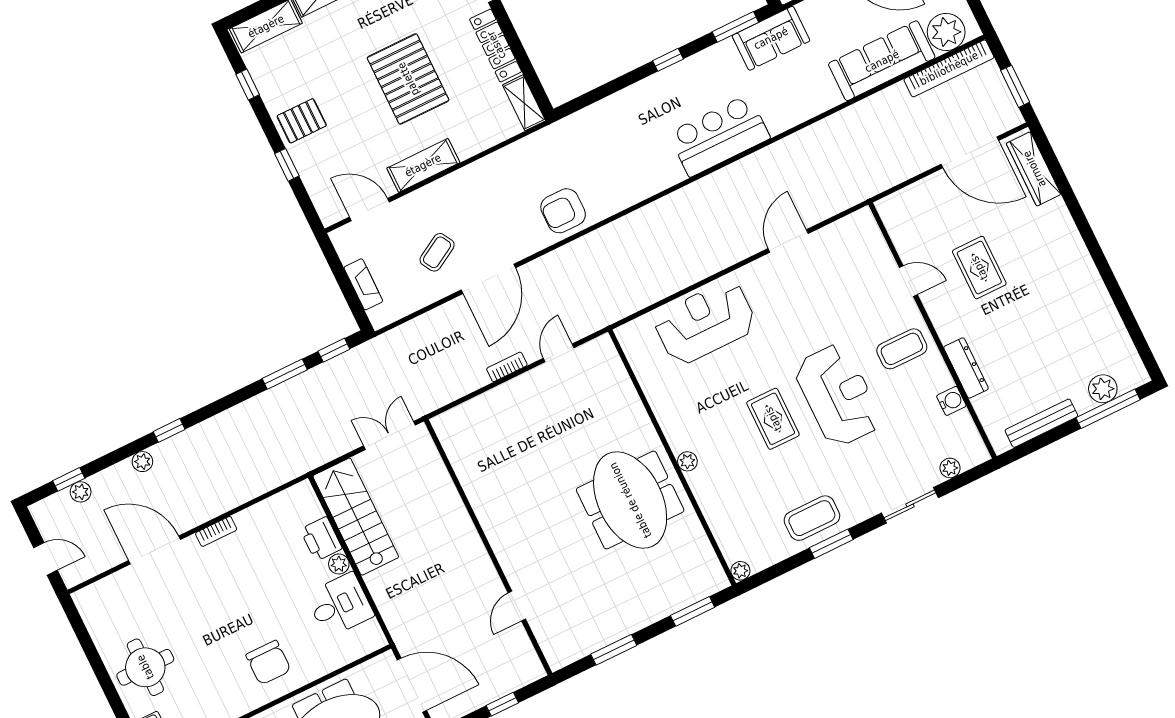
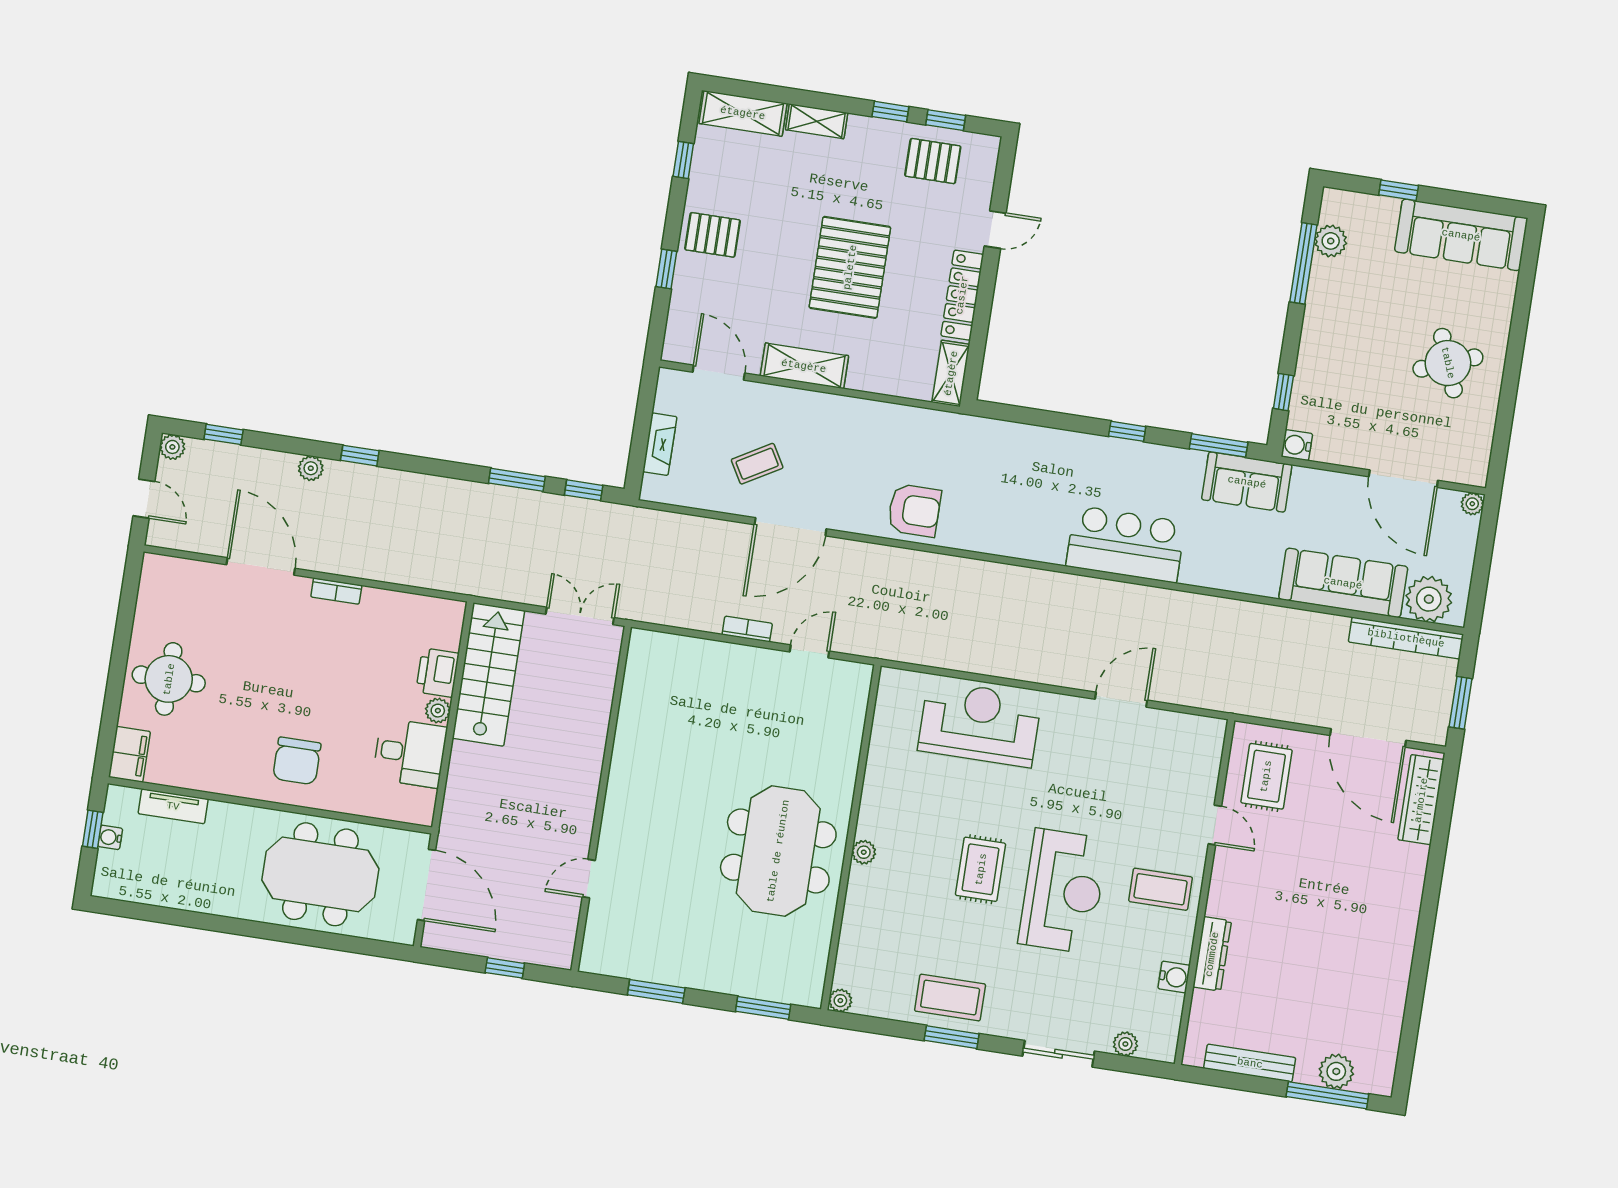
armchair: (563, 211) -> (914, 510), turned 180
rug: (979, 268) -> (1266, 776), moved
plant: (81, 492) -> (172, 447), moved

